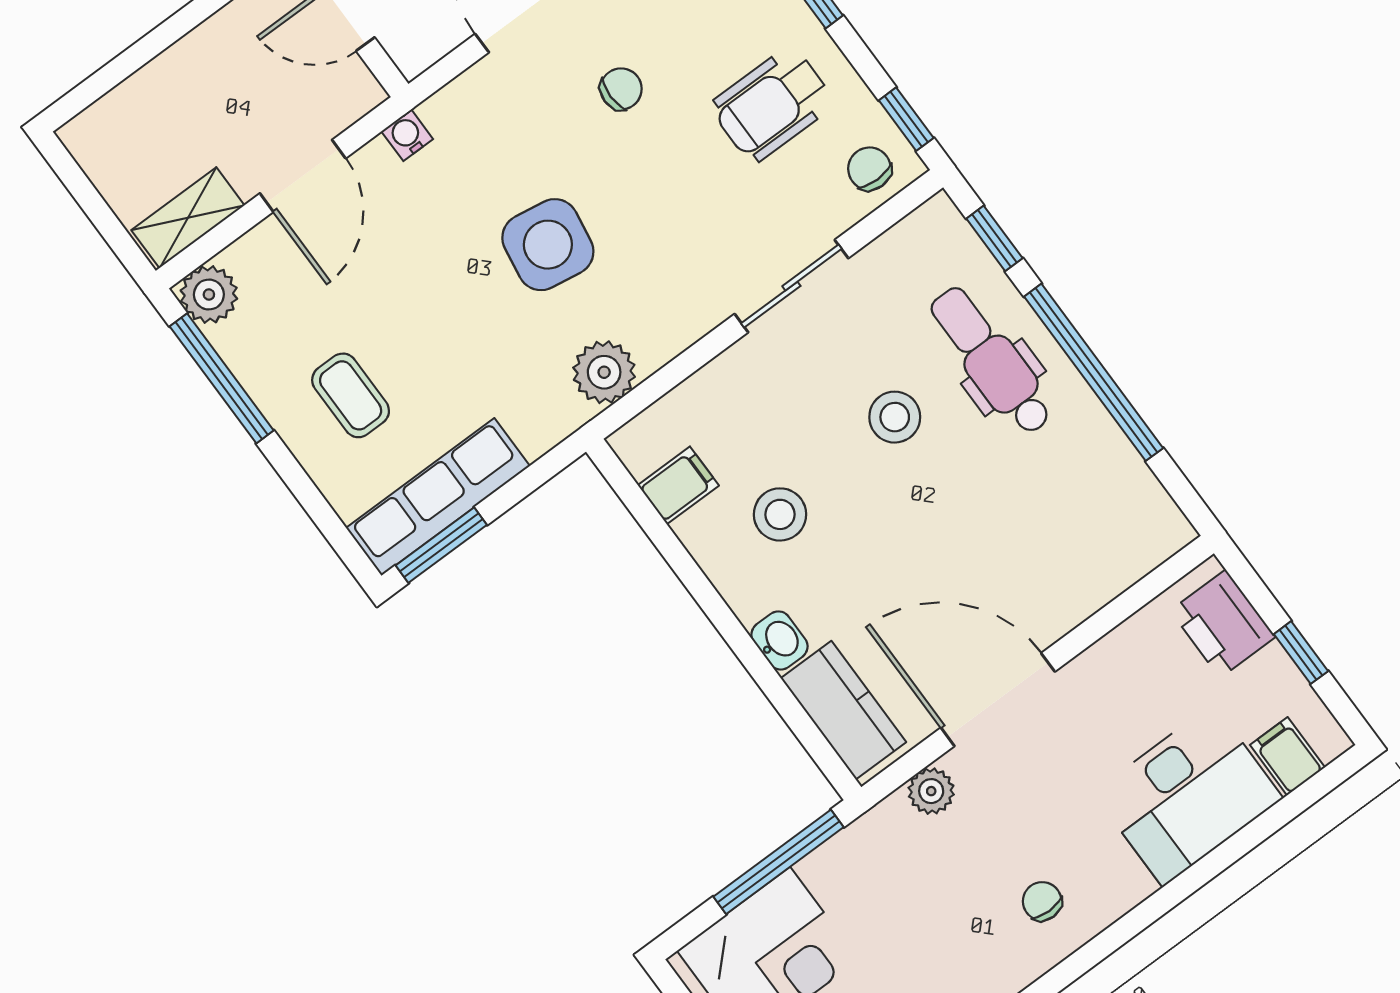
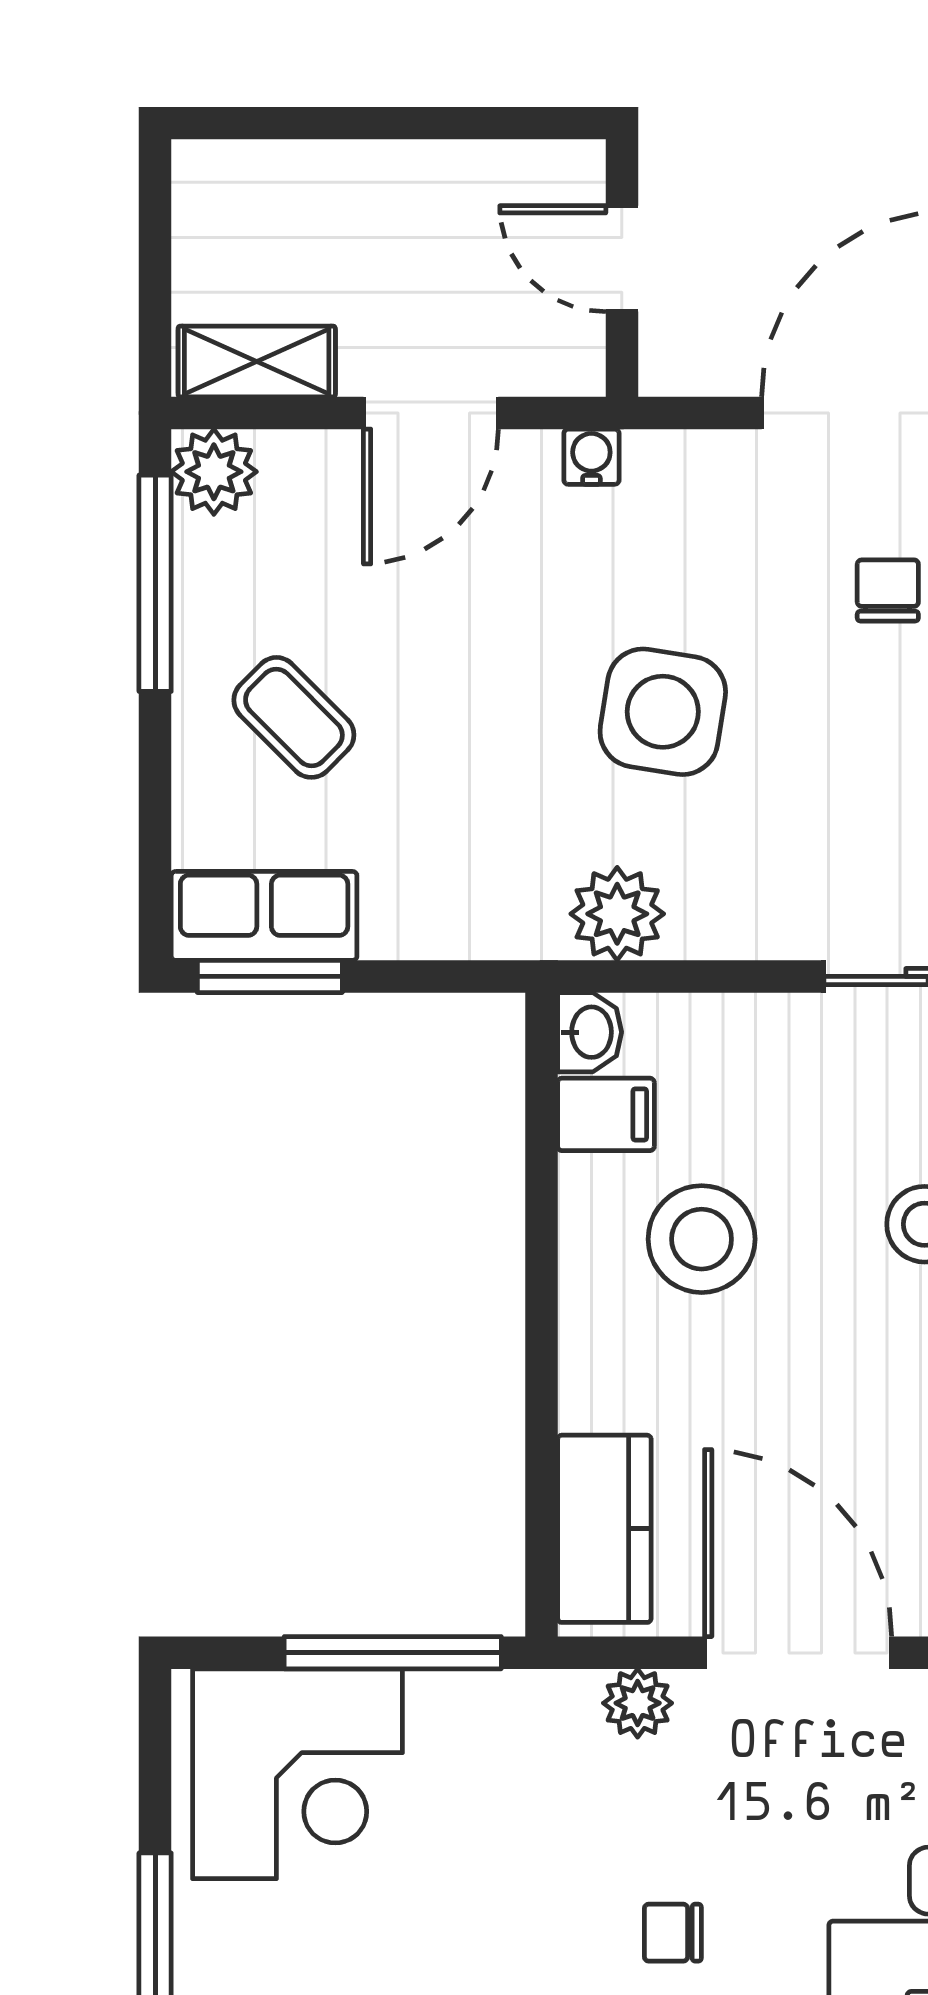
chair: (621, 89) -> (888, 590), turned -90
coffee table: (351, 395) -> (294, 717), turned -45
row of seats: (438, 497) -> (264, 916), width x0.68
stool: (780, 514) -> (702, 1239), width x1.38, depth x1.38
washbasin: (779, 640) -> (590, 1032), moved
chair: (1042, 901) -> (673, 1933), turned -90

